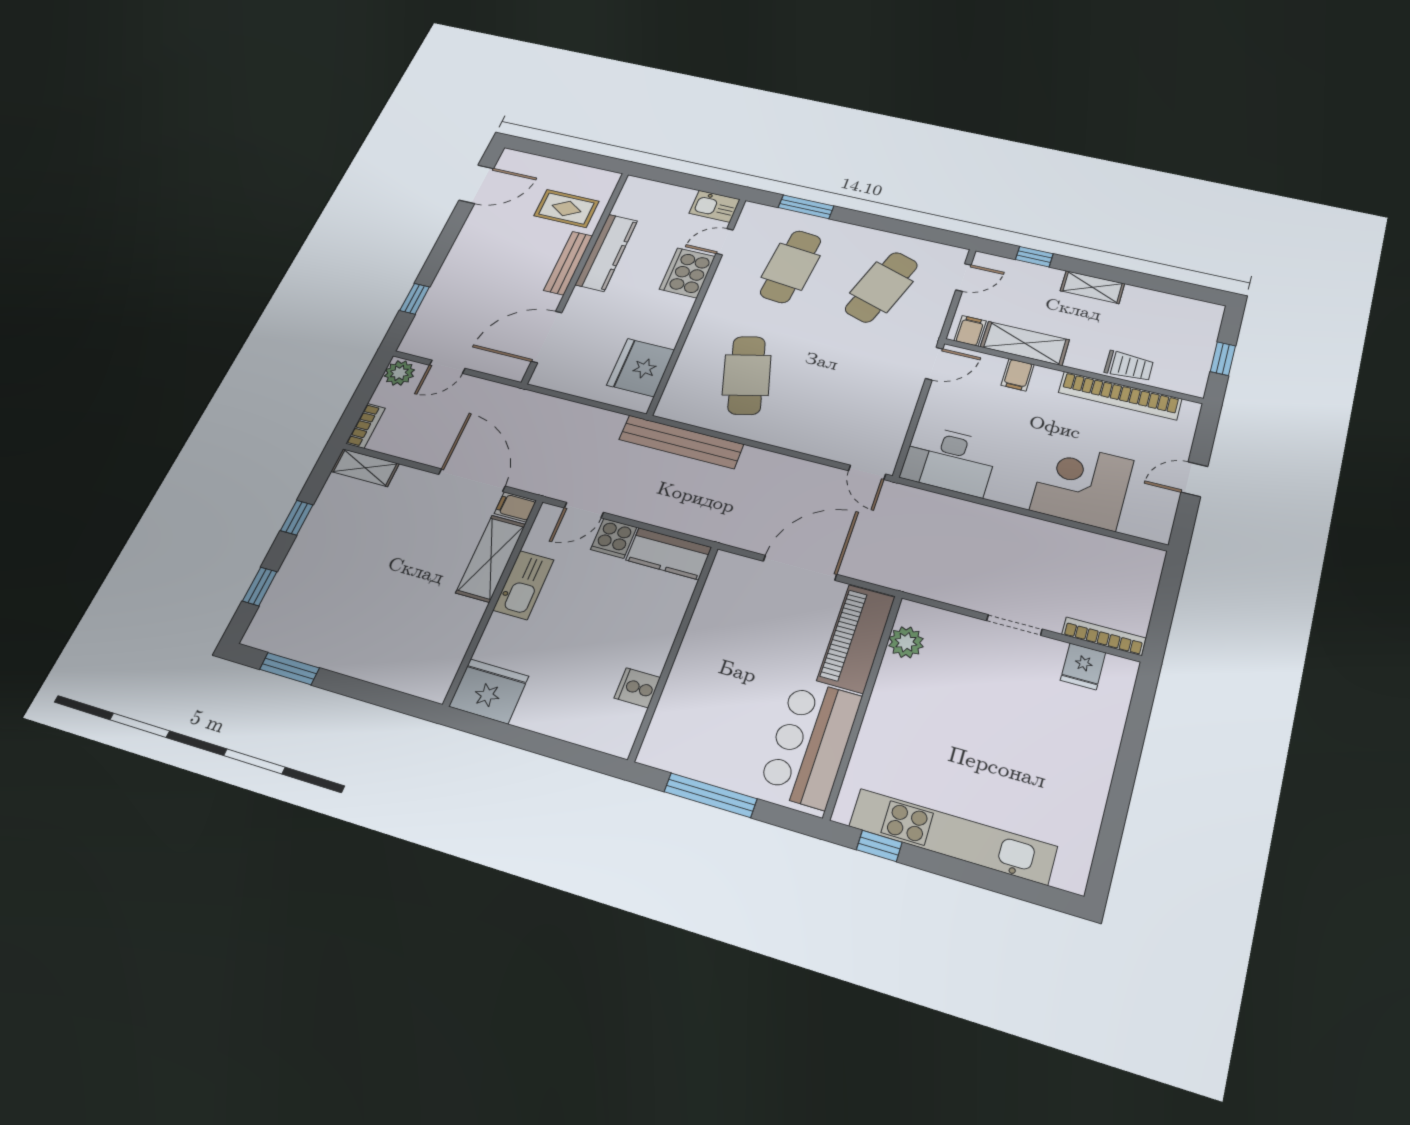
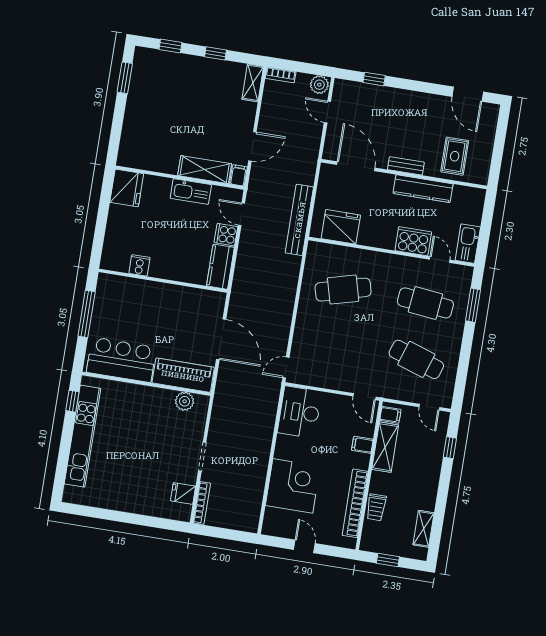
kitchen sink: (715, 206) -> (468, 244), width x1.38
bench: (568, 263) -> (406, 166), width x0.73
shelving: (1092, 287) -> (424, 529), moved
bench: (681, 442) -> (299, 220), moved
door: (472, 480) -> (252, 146), width x0.73

